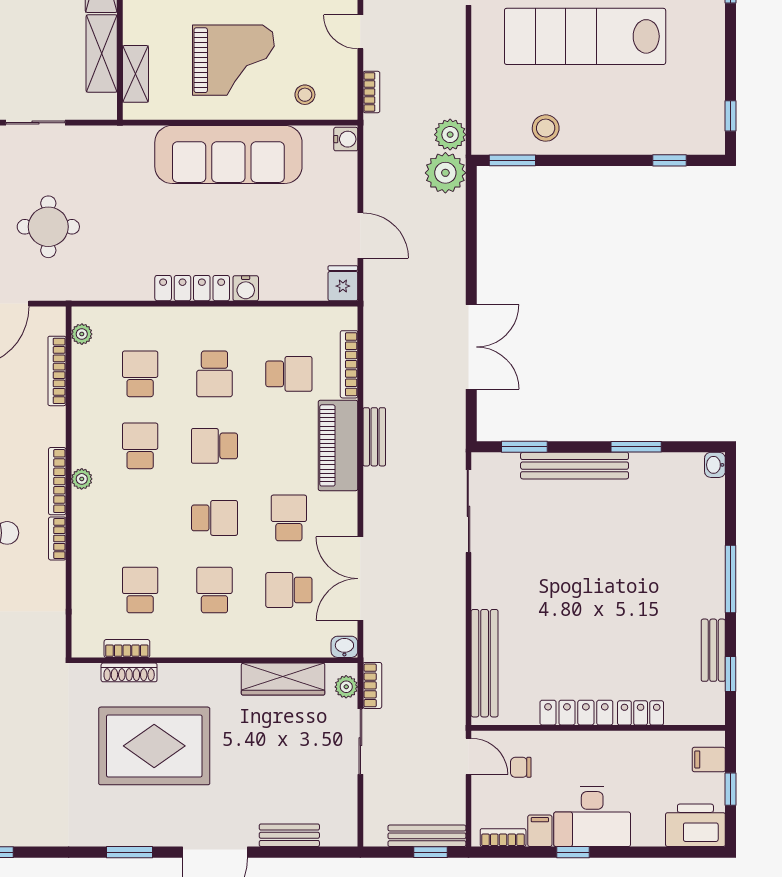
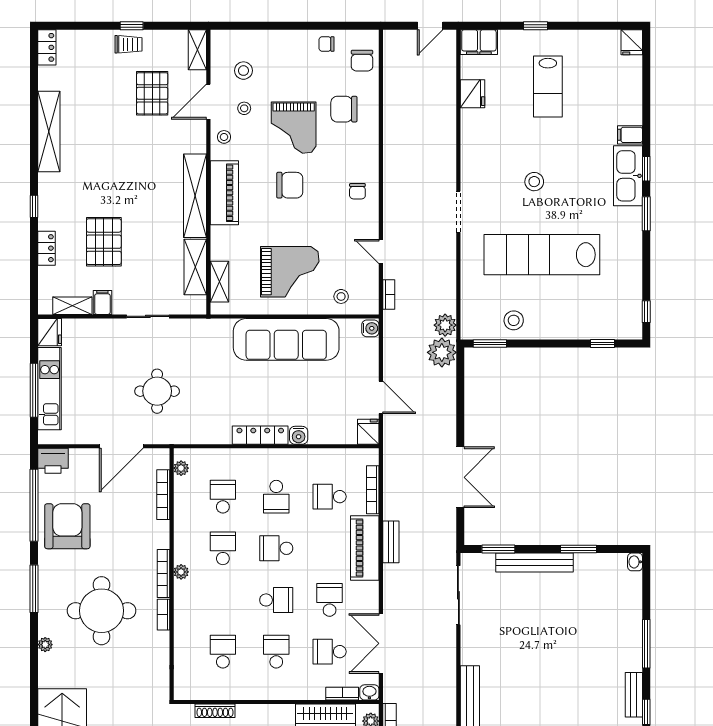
school desk: (289, 374) -> (330, 497), turned 180
bookcase: (127, 648) -> (342, 694), moved

